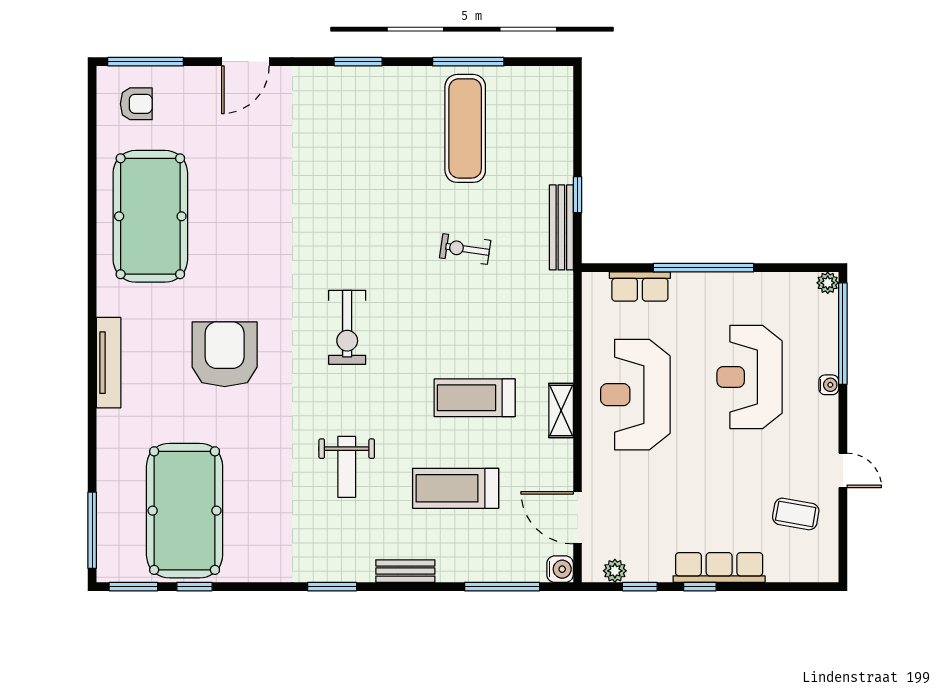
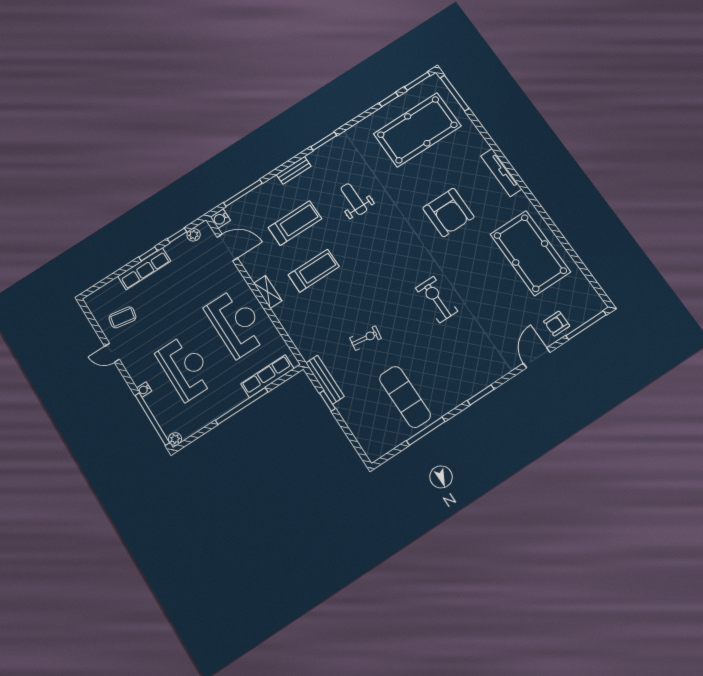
armchair: (136, 104) -> (557, 324), moved
row of seats: (640, 287) -> (267, 376), width x1.48
exercise bike: (347, 327) -> (437, 300), moved
pool table: (185, 511) -> (417, 130), turned 90

